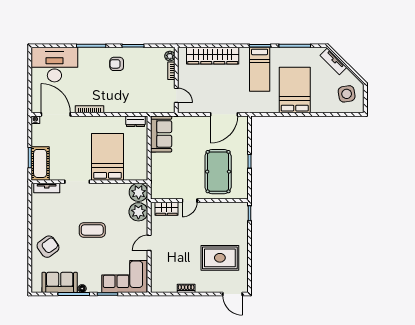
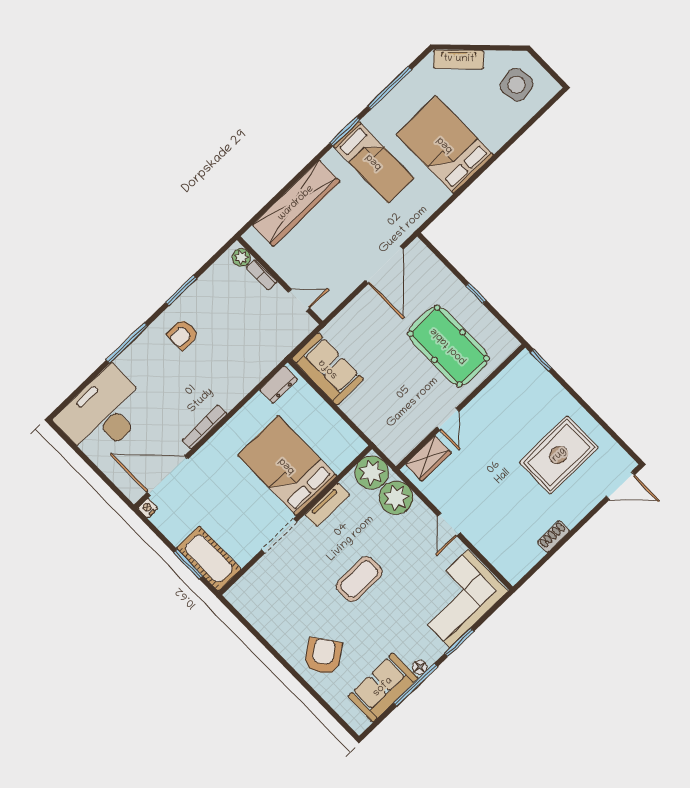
tv unit: (47, 188) -> (327, 505), moved

